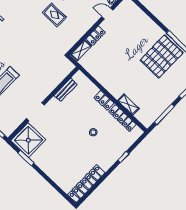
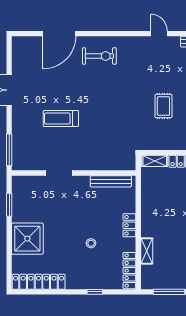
bench: (66, 90) -> (111, 181), width x1.36
locker: (123, 118) -> (129, 271), moved
shower: (28, 140) -> (27, 239), moved

